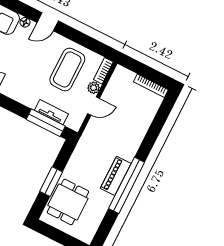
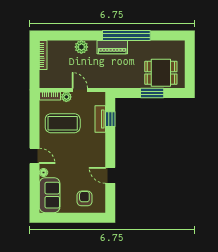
window: (46, 123) -> (110, 119), width x0.46
plant: (139, 131) -> (81, 47), added
piano: (116, 176) -> (112, 47), moved

